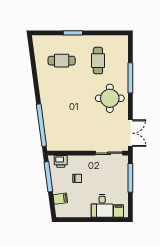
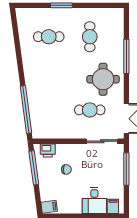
cafe table: (98, 125) -> (90, 110), added
filing cabinet: (60, 199) -> (49, 207), moved

